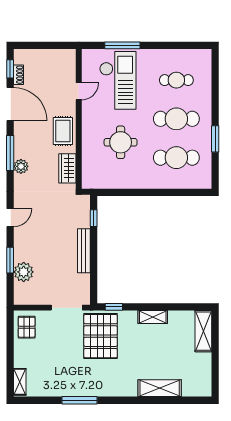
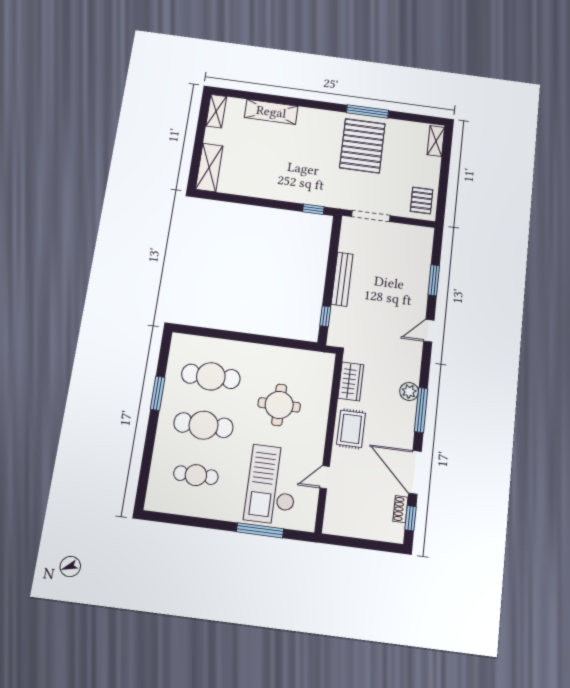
plant: (24, 272) -> (419, 264), removed
shelving: (153, 317) -> (216, 111), moved, turned 90
pallet: (101, 336) -> (362, 146), moved

